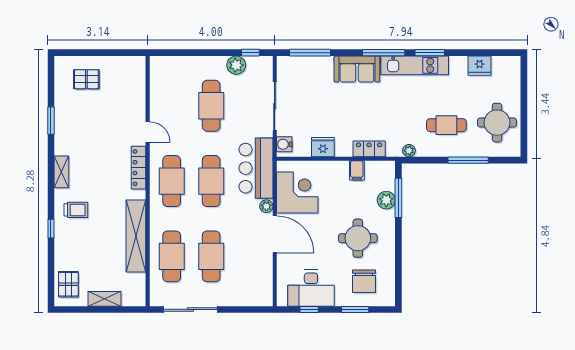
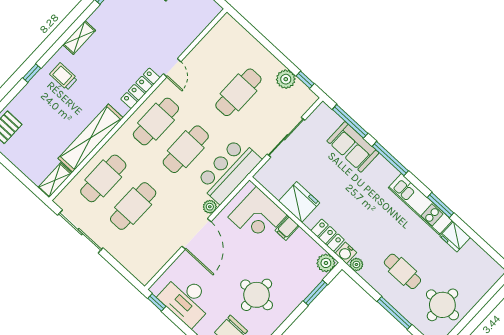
window: (384, 53) -> (390, 159), moved
fridge: (480, 66) -> (455, 237), moved
sofa: (357, 69) -> (353, 147), moved
water cooler: (284, 144) -> (346, 253), moved, turned -90
fridge: (323, 147) -> (299, 202), width x1.36, depth x1.34
filing cabinet: (357, 170) -> (287, 228), moved
corner desk: (297, 192) -> (258, 216), moved, turned 90
window: (398, 198) -> (315, 293), width x0.69
plant: (386, 200) -> (326, 263), moved
trolley: (76, 210) -> (64, 76), turned 180
shelving: (105, 299) -> (55, 180), moved, turned 90
window: (309, 309) -> (157, 302), moved

